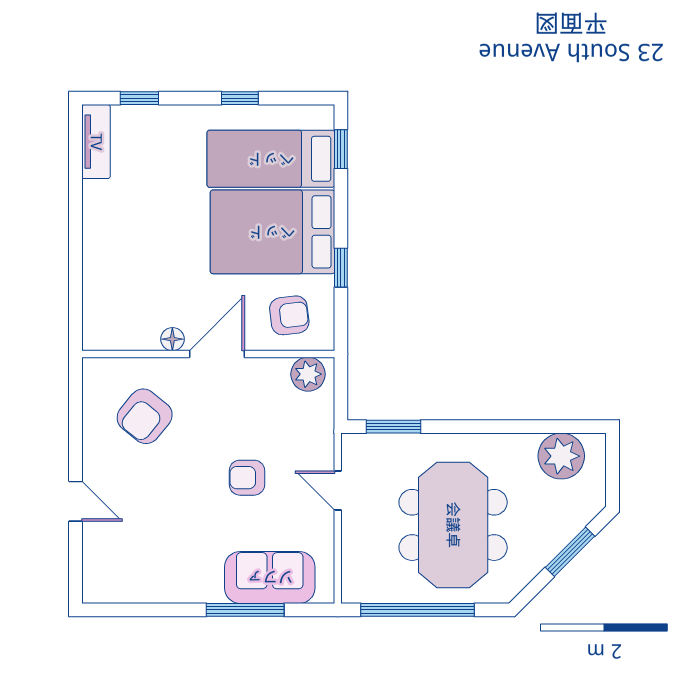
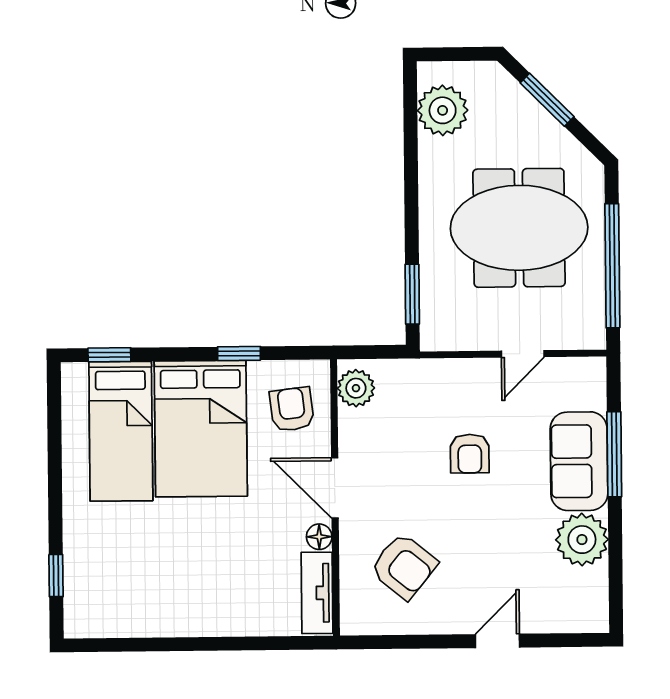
window: (240, 98) -> (55, 466), removed
tv unit: (96, 142) -> (317, 593), moved, turned -90
door: (338, 490) -> (523, 354), moved
sofa: (270, 577) -> (579, 461), moved
plant: (167, 579) -> (582, 540), added

